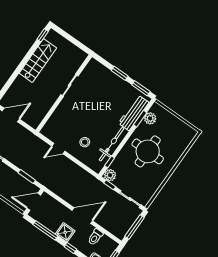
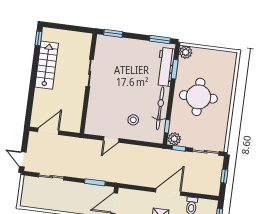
window: (120, 73) -> (113, 33), moved
plant: (150, 118) -> (186, 52), moved
window: (135, 227) -> (224, 176), width x0.46

